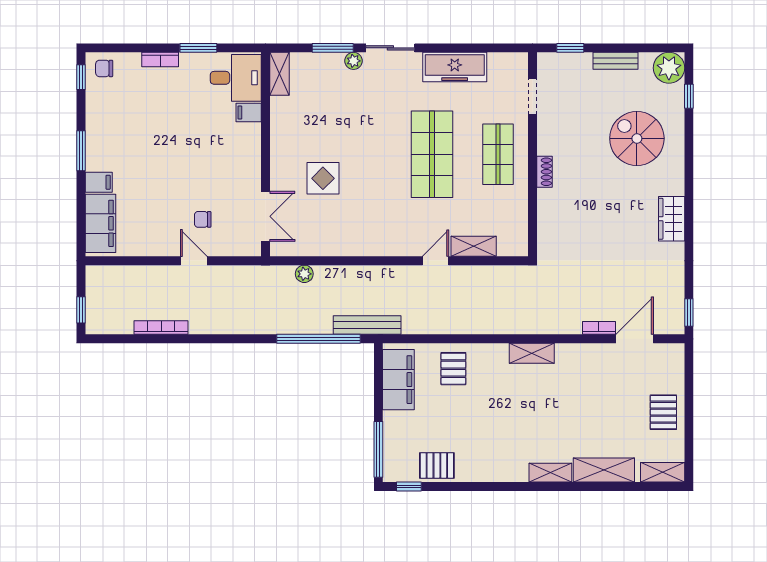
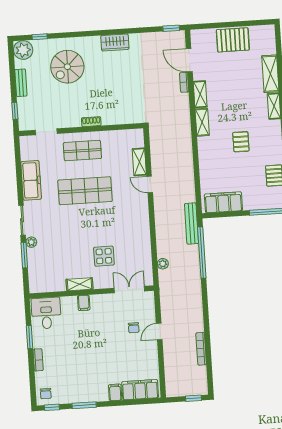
shelving: (279, 74) -> (79, 284), moved
filing cabinet: (249, 112) -> (84, 303), moved
window: (81, 151) -> (84, 405), moved
pallet: (453, 369) -> (241, 142), moved, turned 90
pallet: (663, 412) -> (233, 40), width x1.50, depth x1.42
shelving: (663, 472) -> (200, 94), moved

